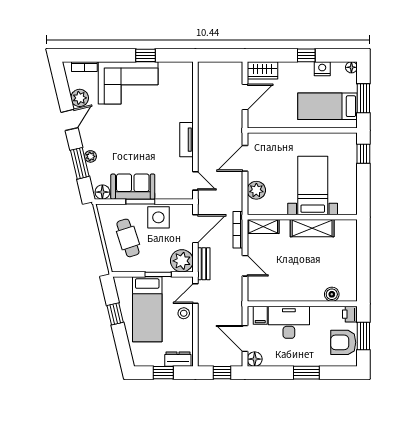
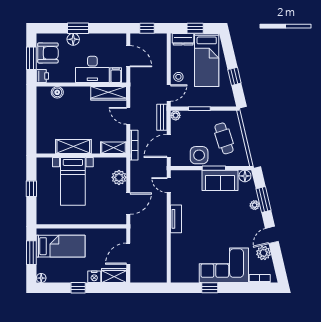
nightstand: (322, 69) -> (94, 277), moved
window: (363, 154) -> (31, 189), moved
plant: (182, 261) -> (176, 115), width x0.53, depth x0.53
wardrobe: (269, 293) -> (109, 93), added
bed: (147, 309) -> (207, 60), moved, turned 180
floor lamp: (255, 359) -> (73, 39), moved

